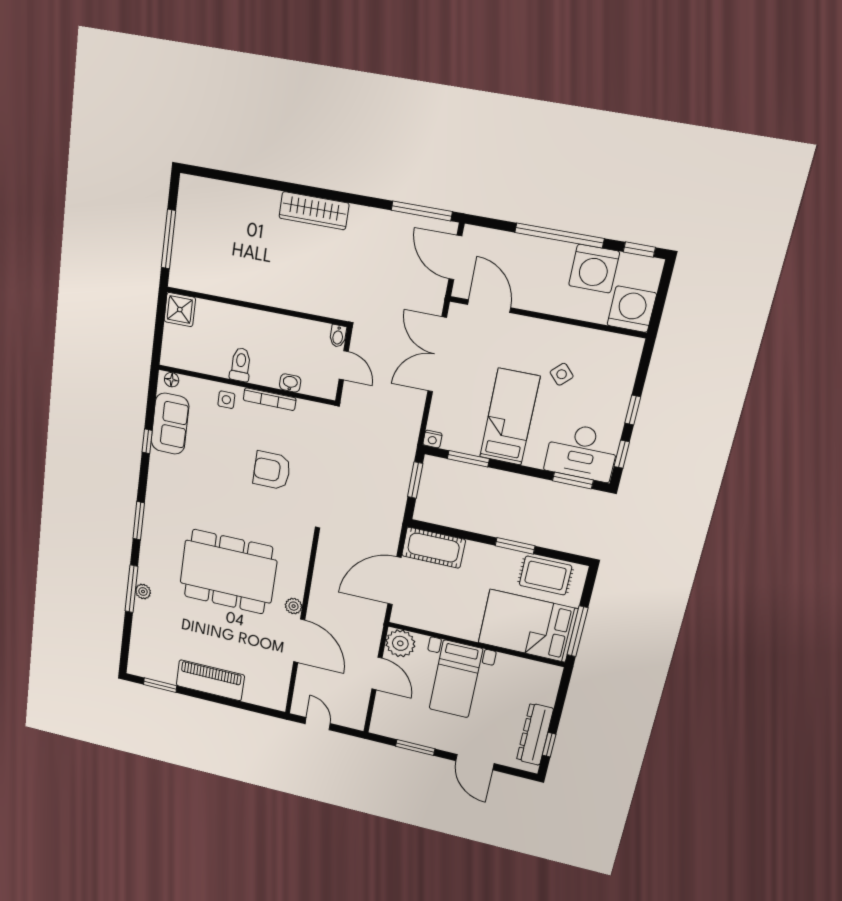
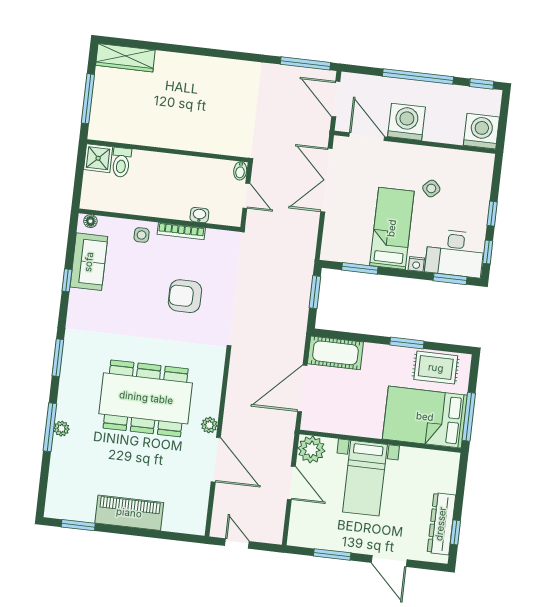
wardrobe: (314, 211) -> (125, 58), moved
washing machine: (594, 269) -> (406, 122), moved, turned 180
toilet: (241, 365) -> (121, 162), moved, turned 180
nightstand: (432, 439) -> (416, 264), moved

